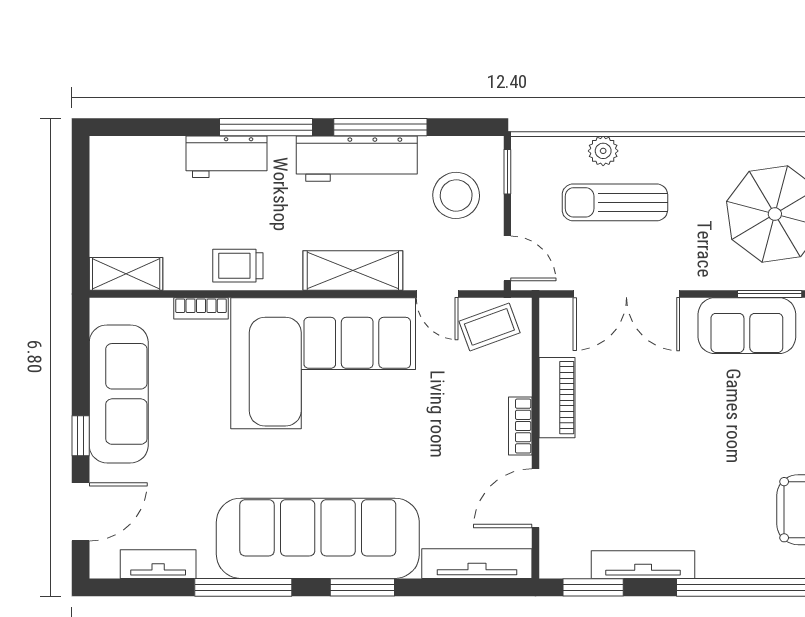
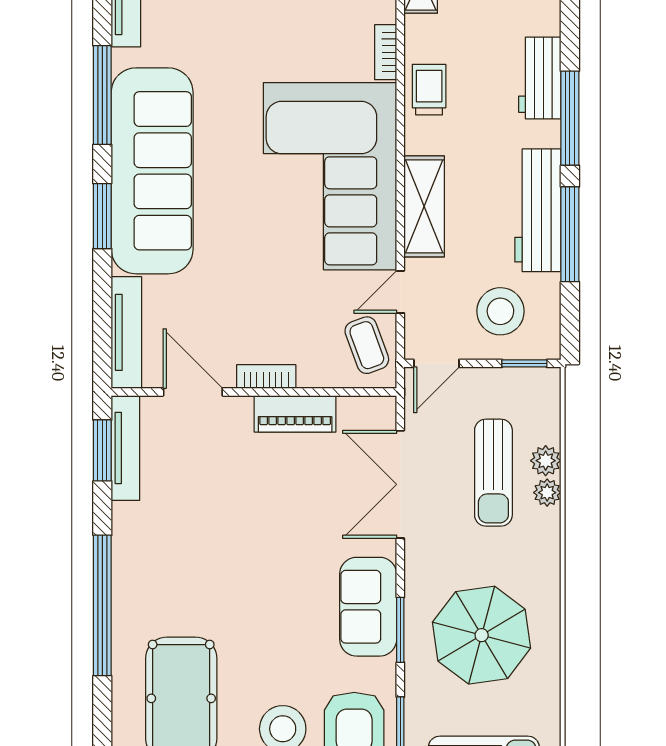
plant: (634, 149) -> (547, 493), added
sun lounger: (615, 202) -> (493, 473), turned 180
tv unit: (643, 565) -> (125, 448), moved

